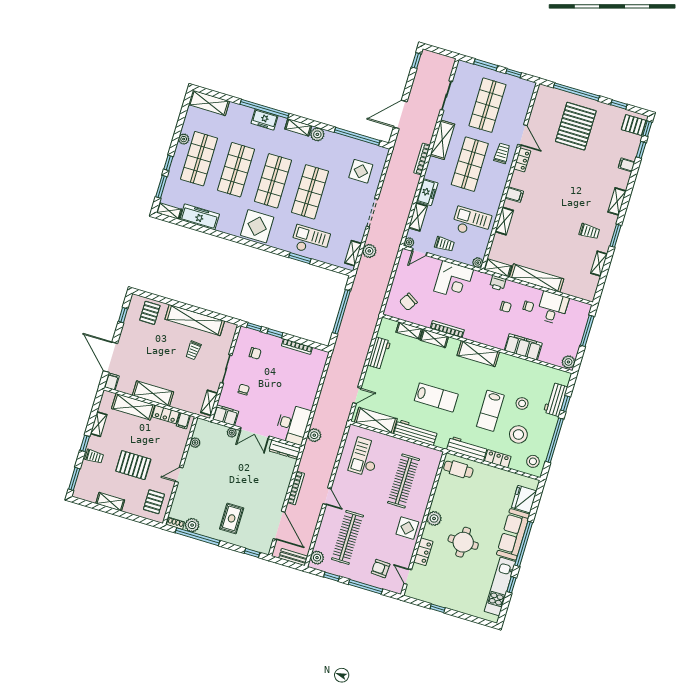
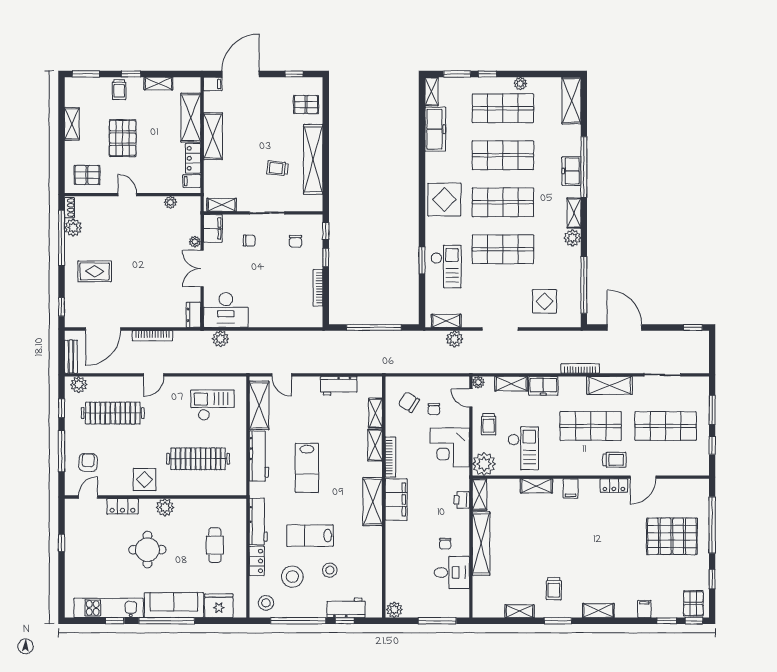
plant: (478, 263) -> (484, 464), width x1.88, depth x1.88
chair: (506, 307) -> (434, 409), moved
filing cabinet: (523, 347) -> (396, 499), moved
dresser: (285, 450) -> (193, 315), width x0.70
cafe table: (458, 469) -> (215, 545), moved

